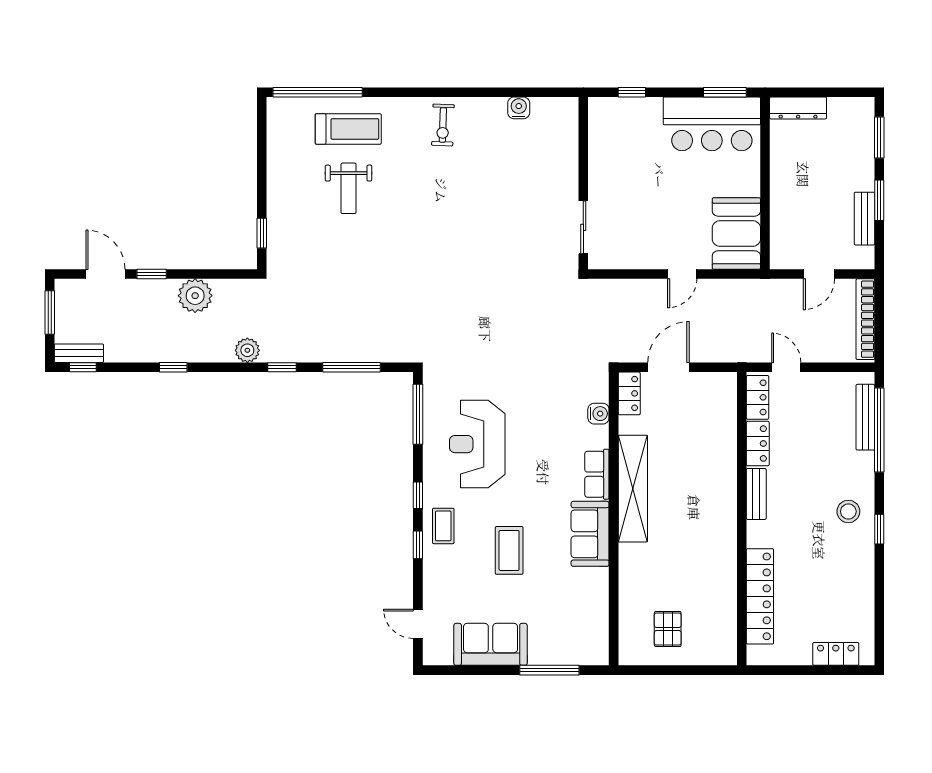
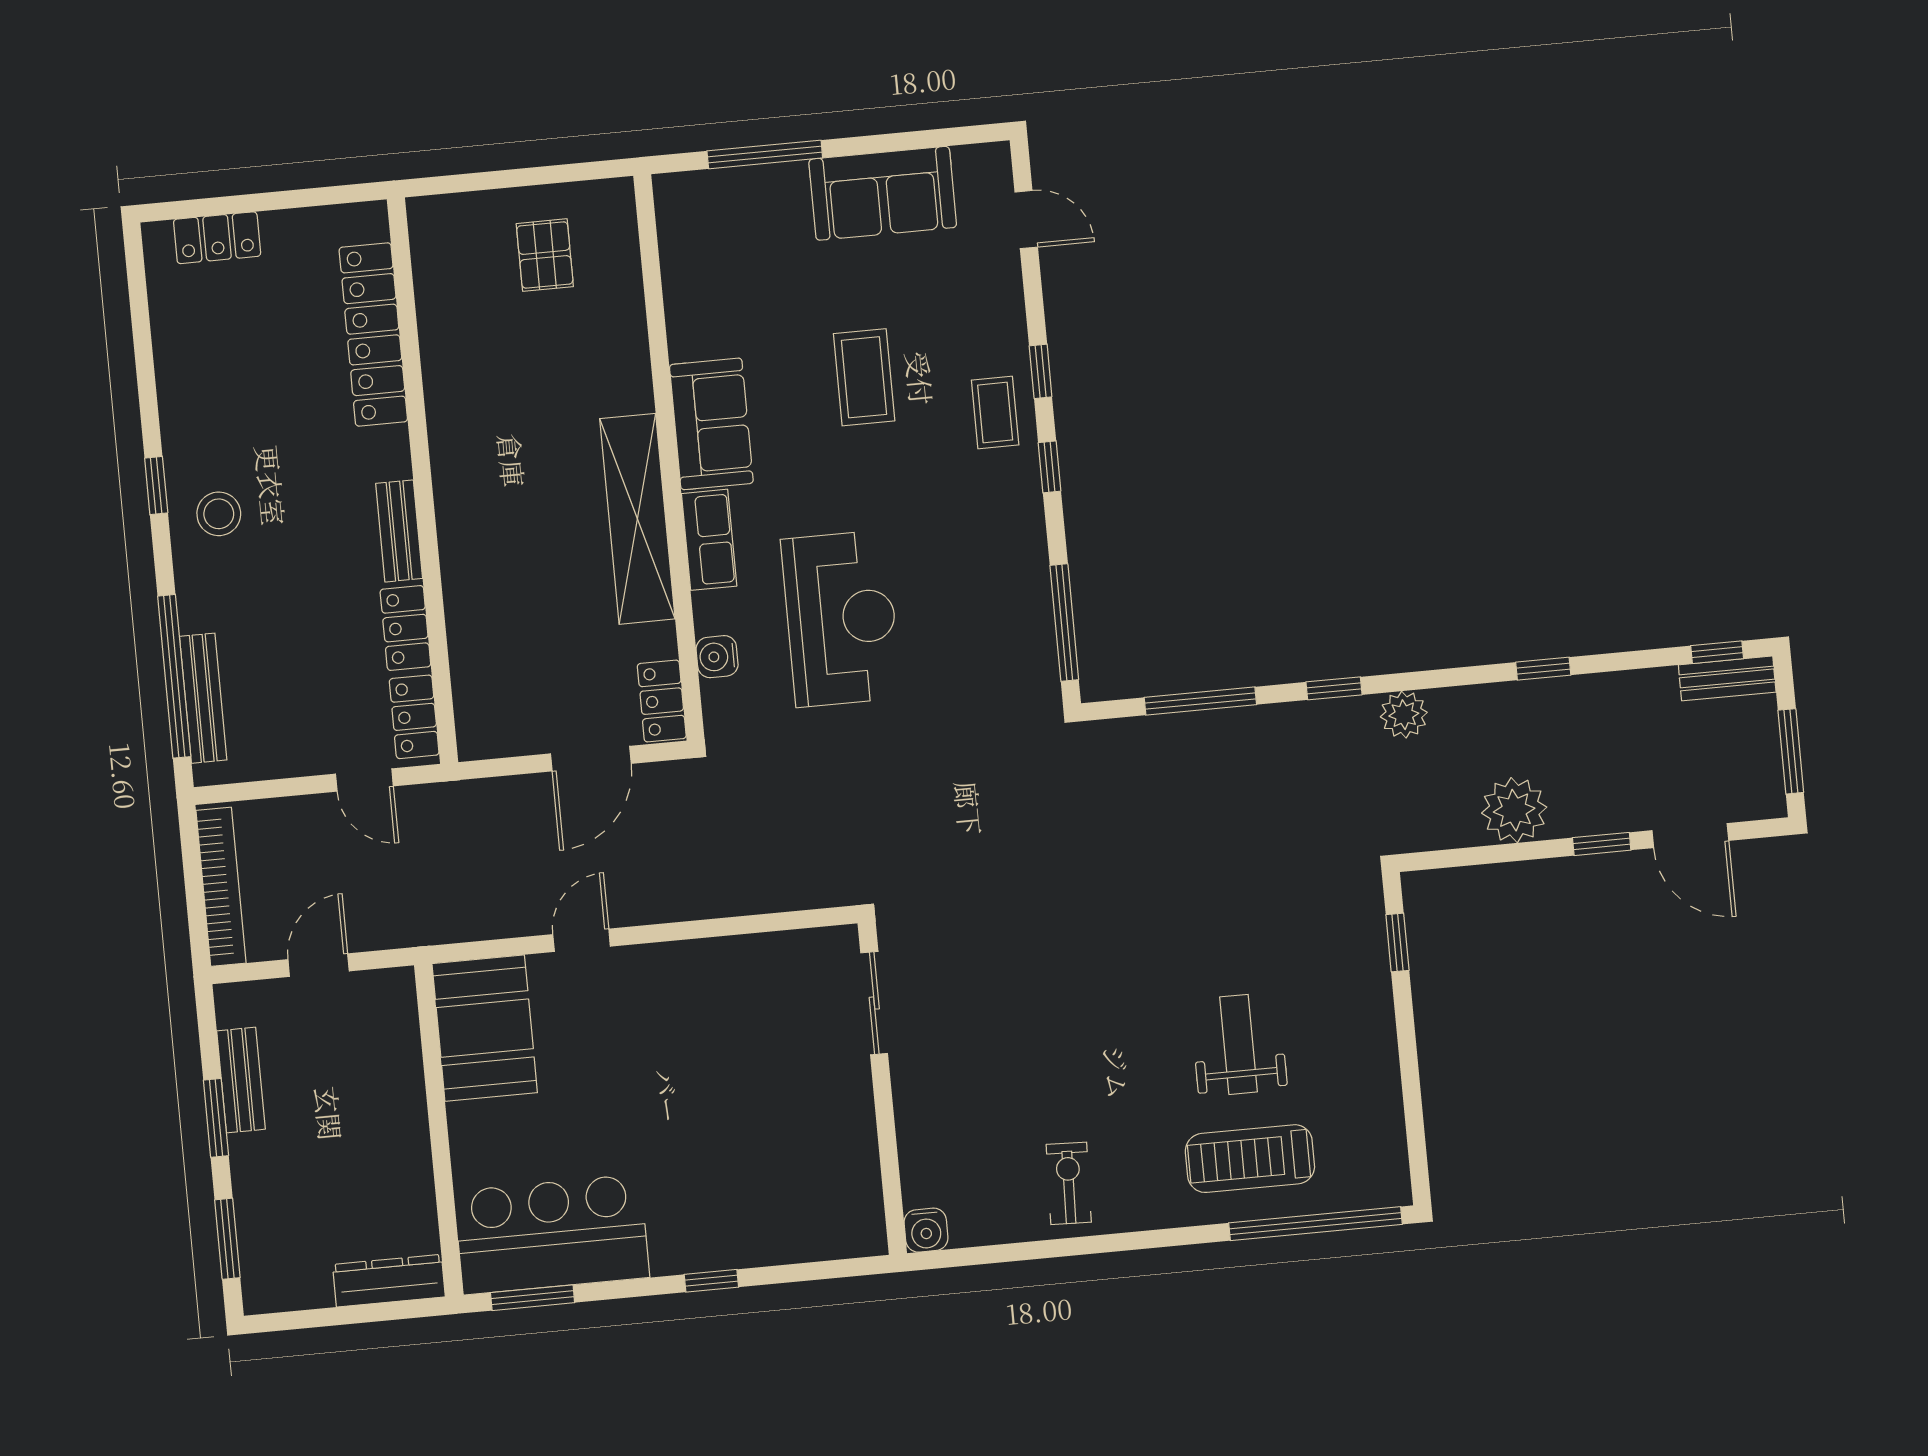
wall: (583, 183) -> (882, 1088), moved
sliding door: (583, 227) -> (874, 1003), moved
reception desk: (477, 444) -> (841, 619), moved

